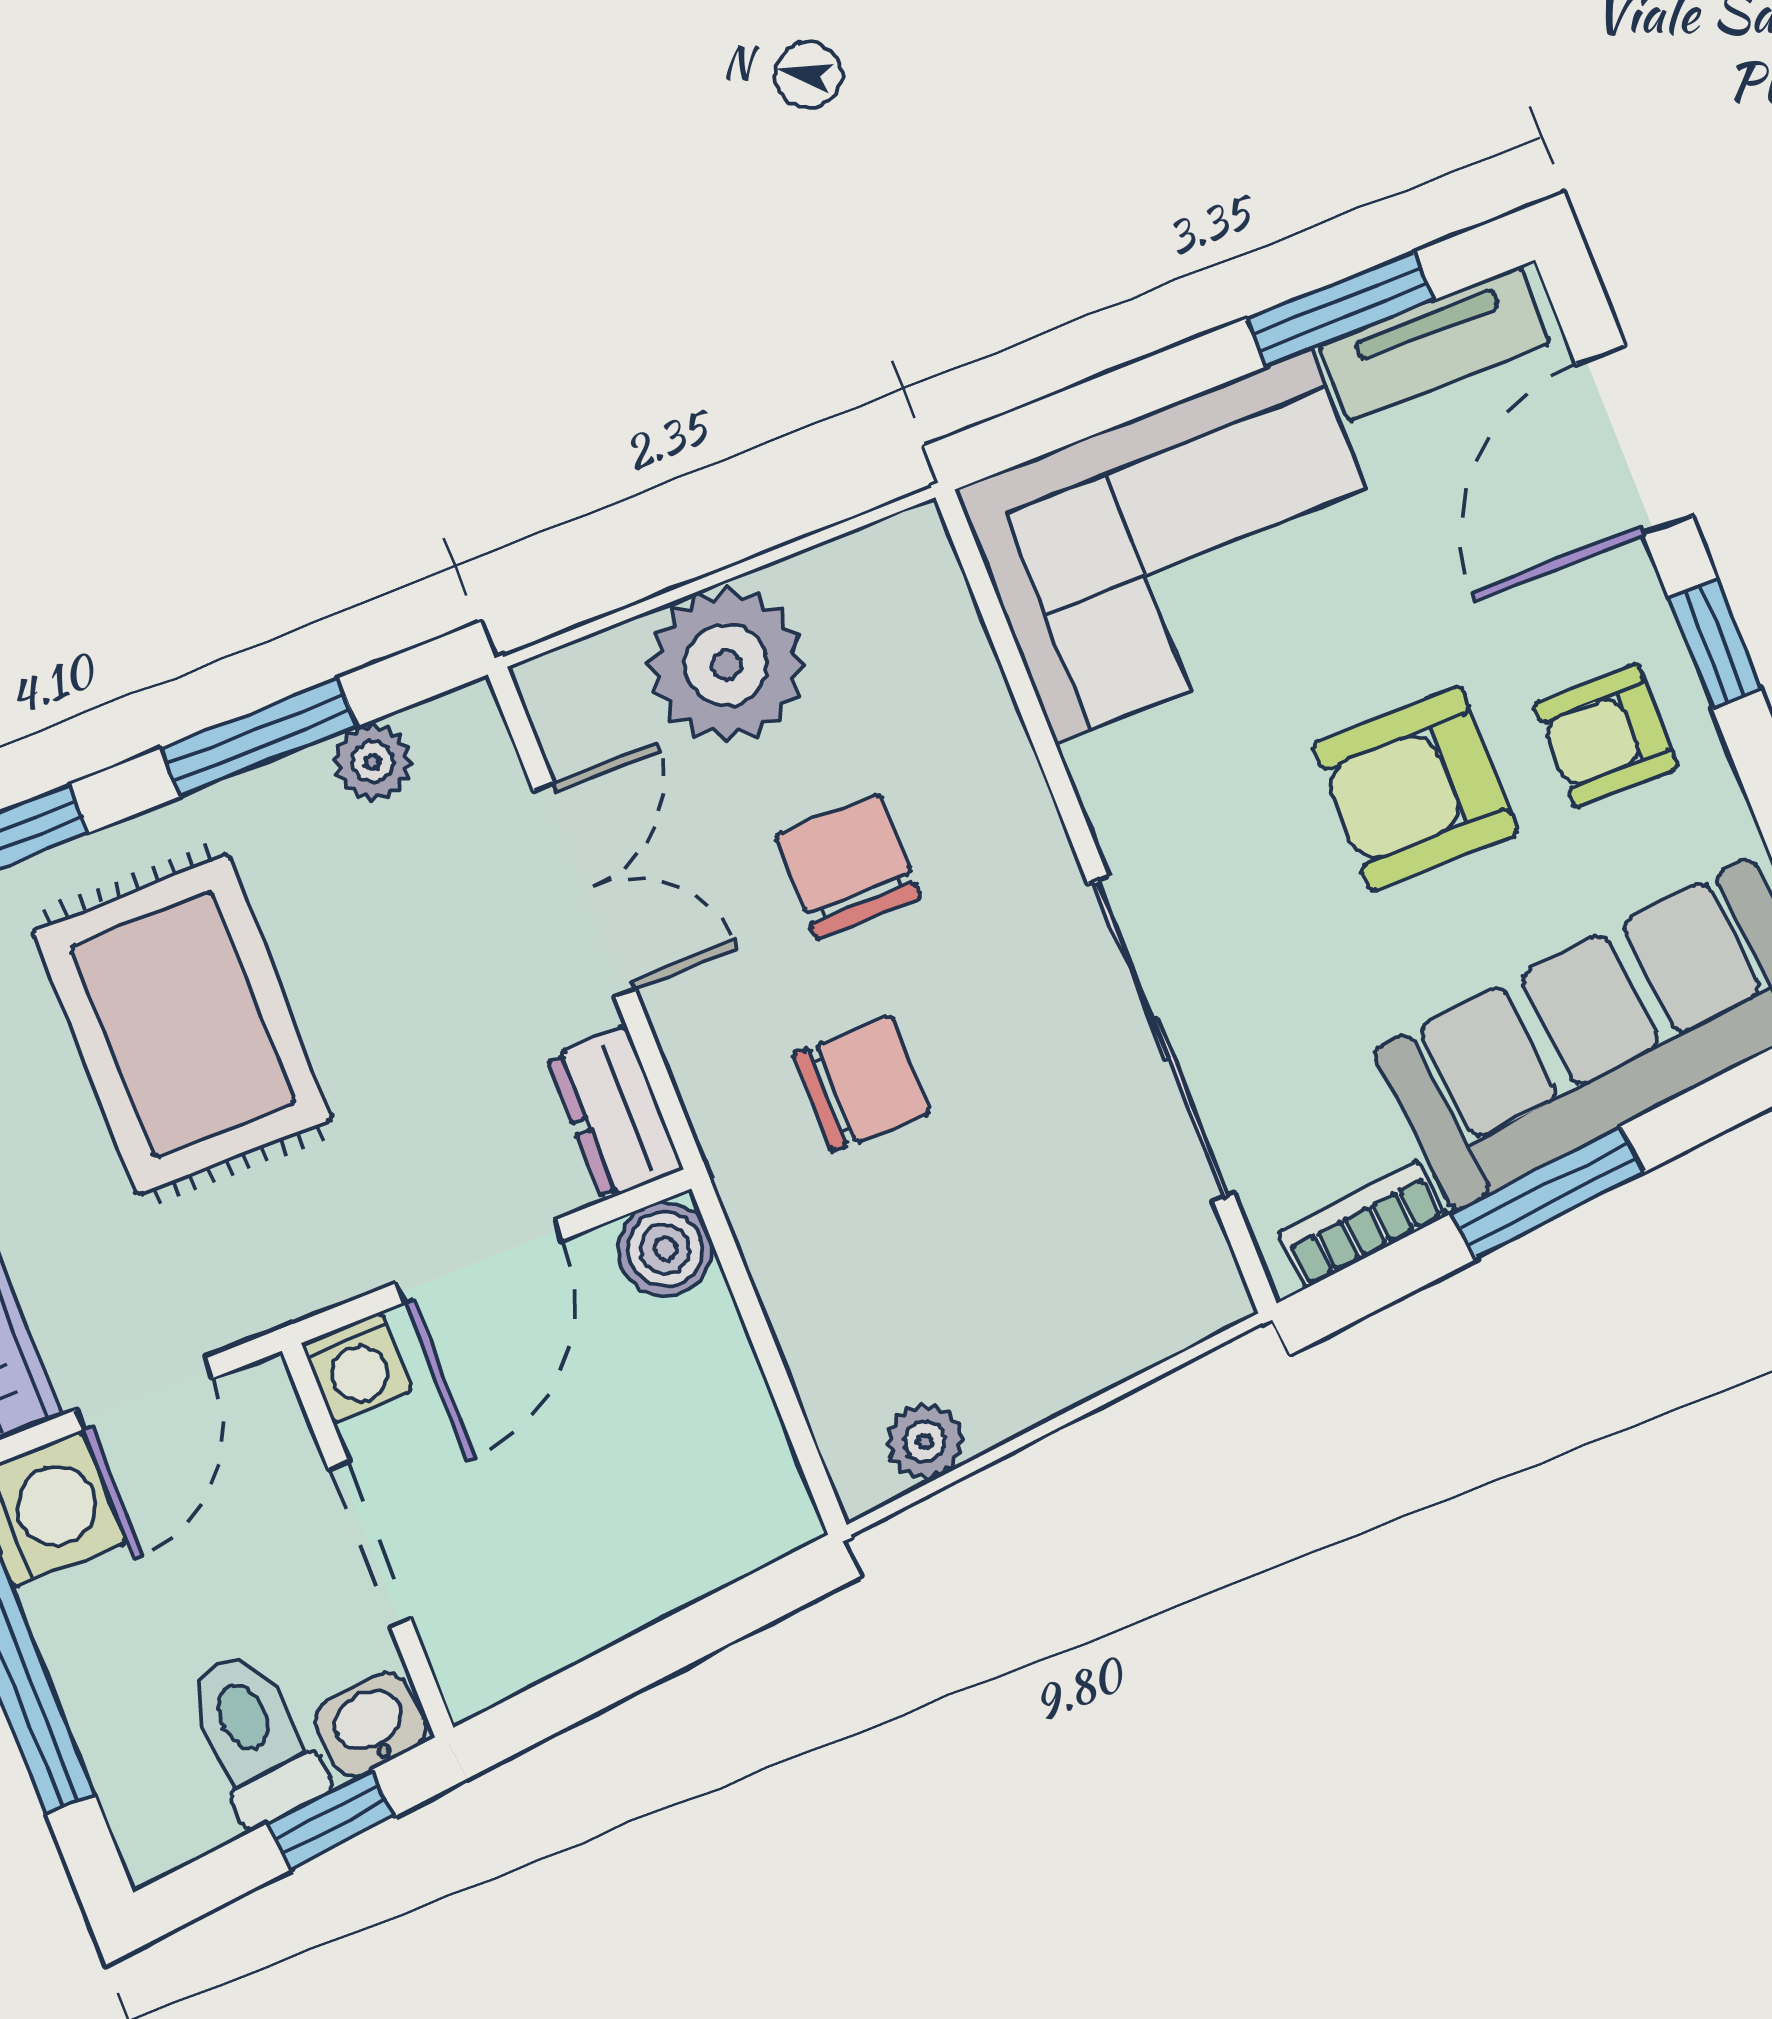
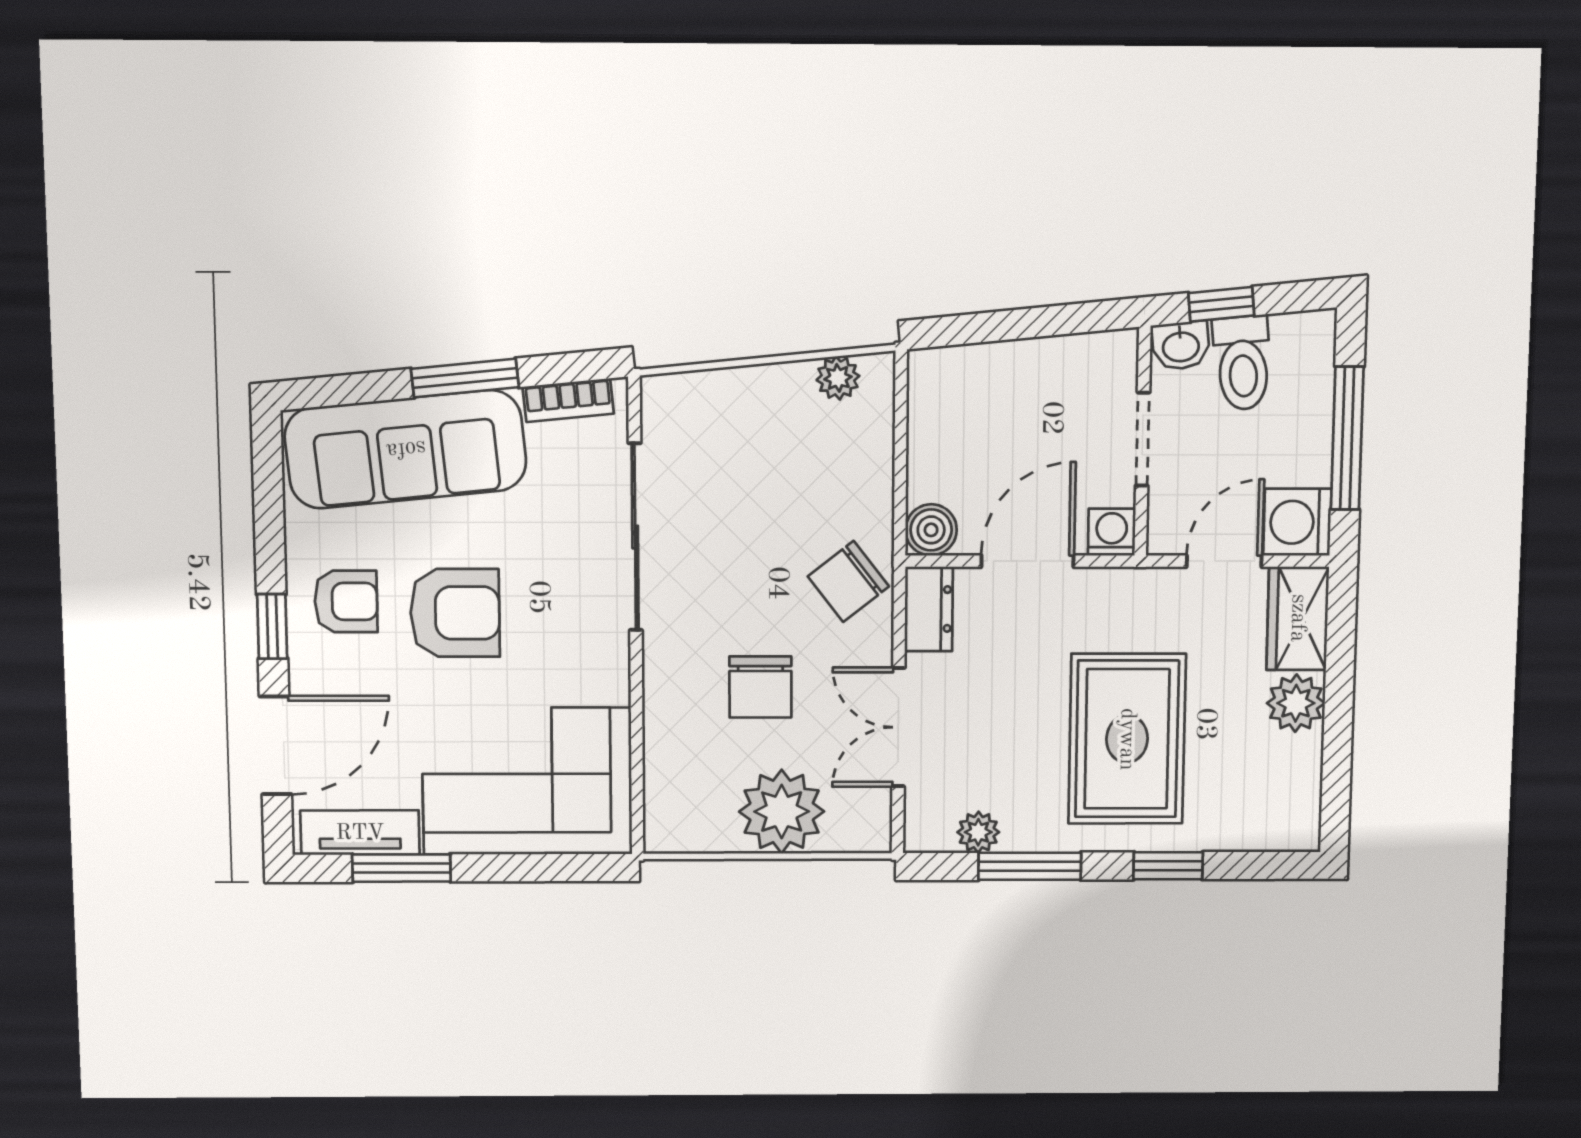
chair: (861, 1084) -> (848, 581), moved, turned -38

